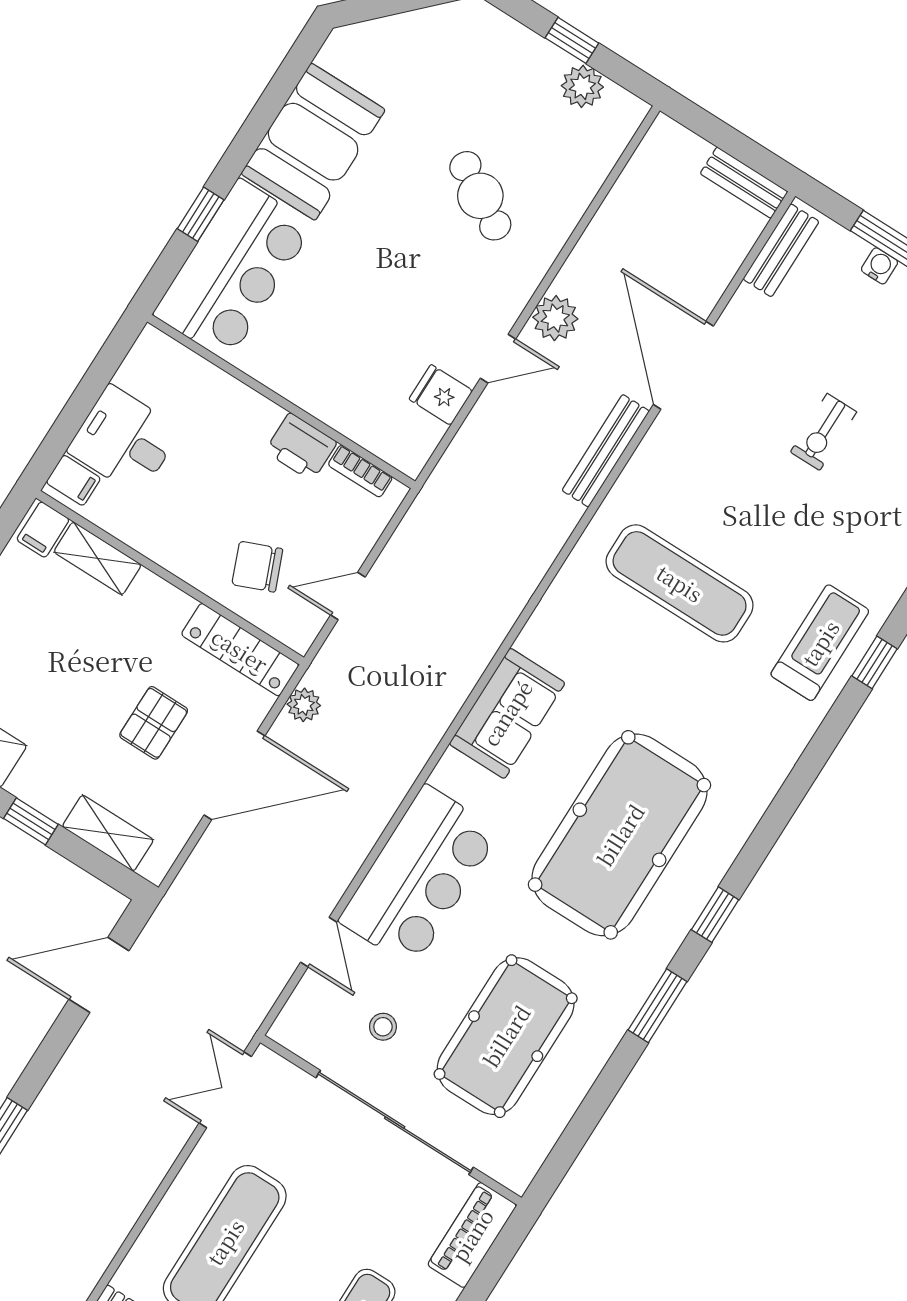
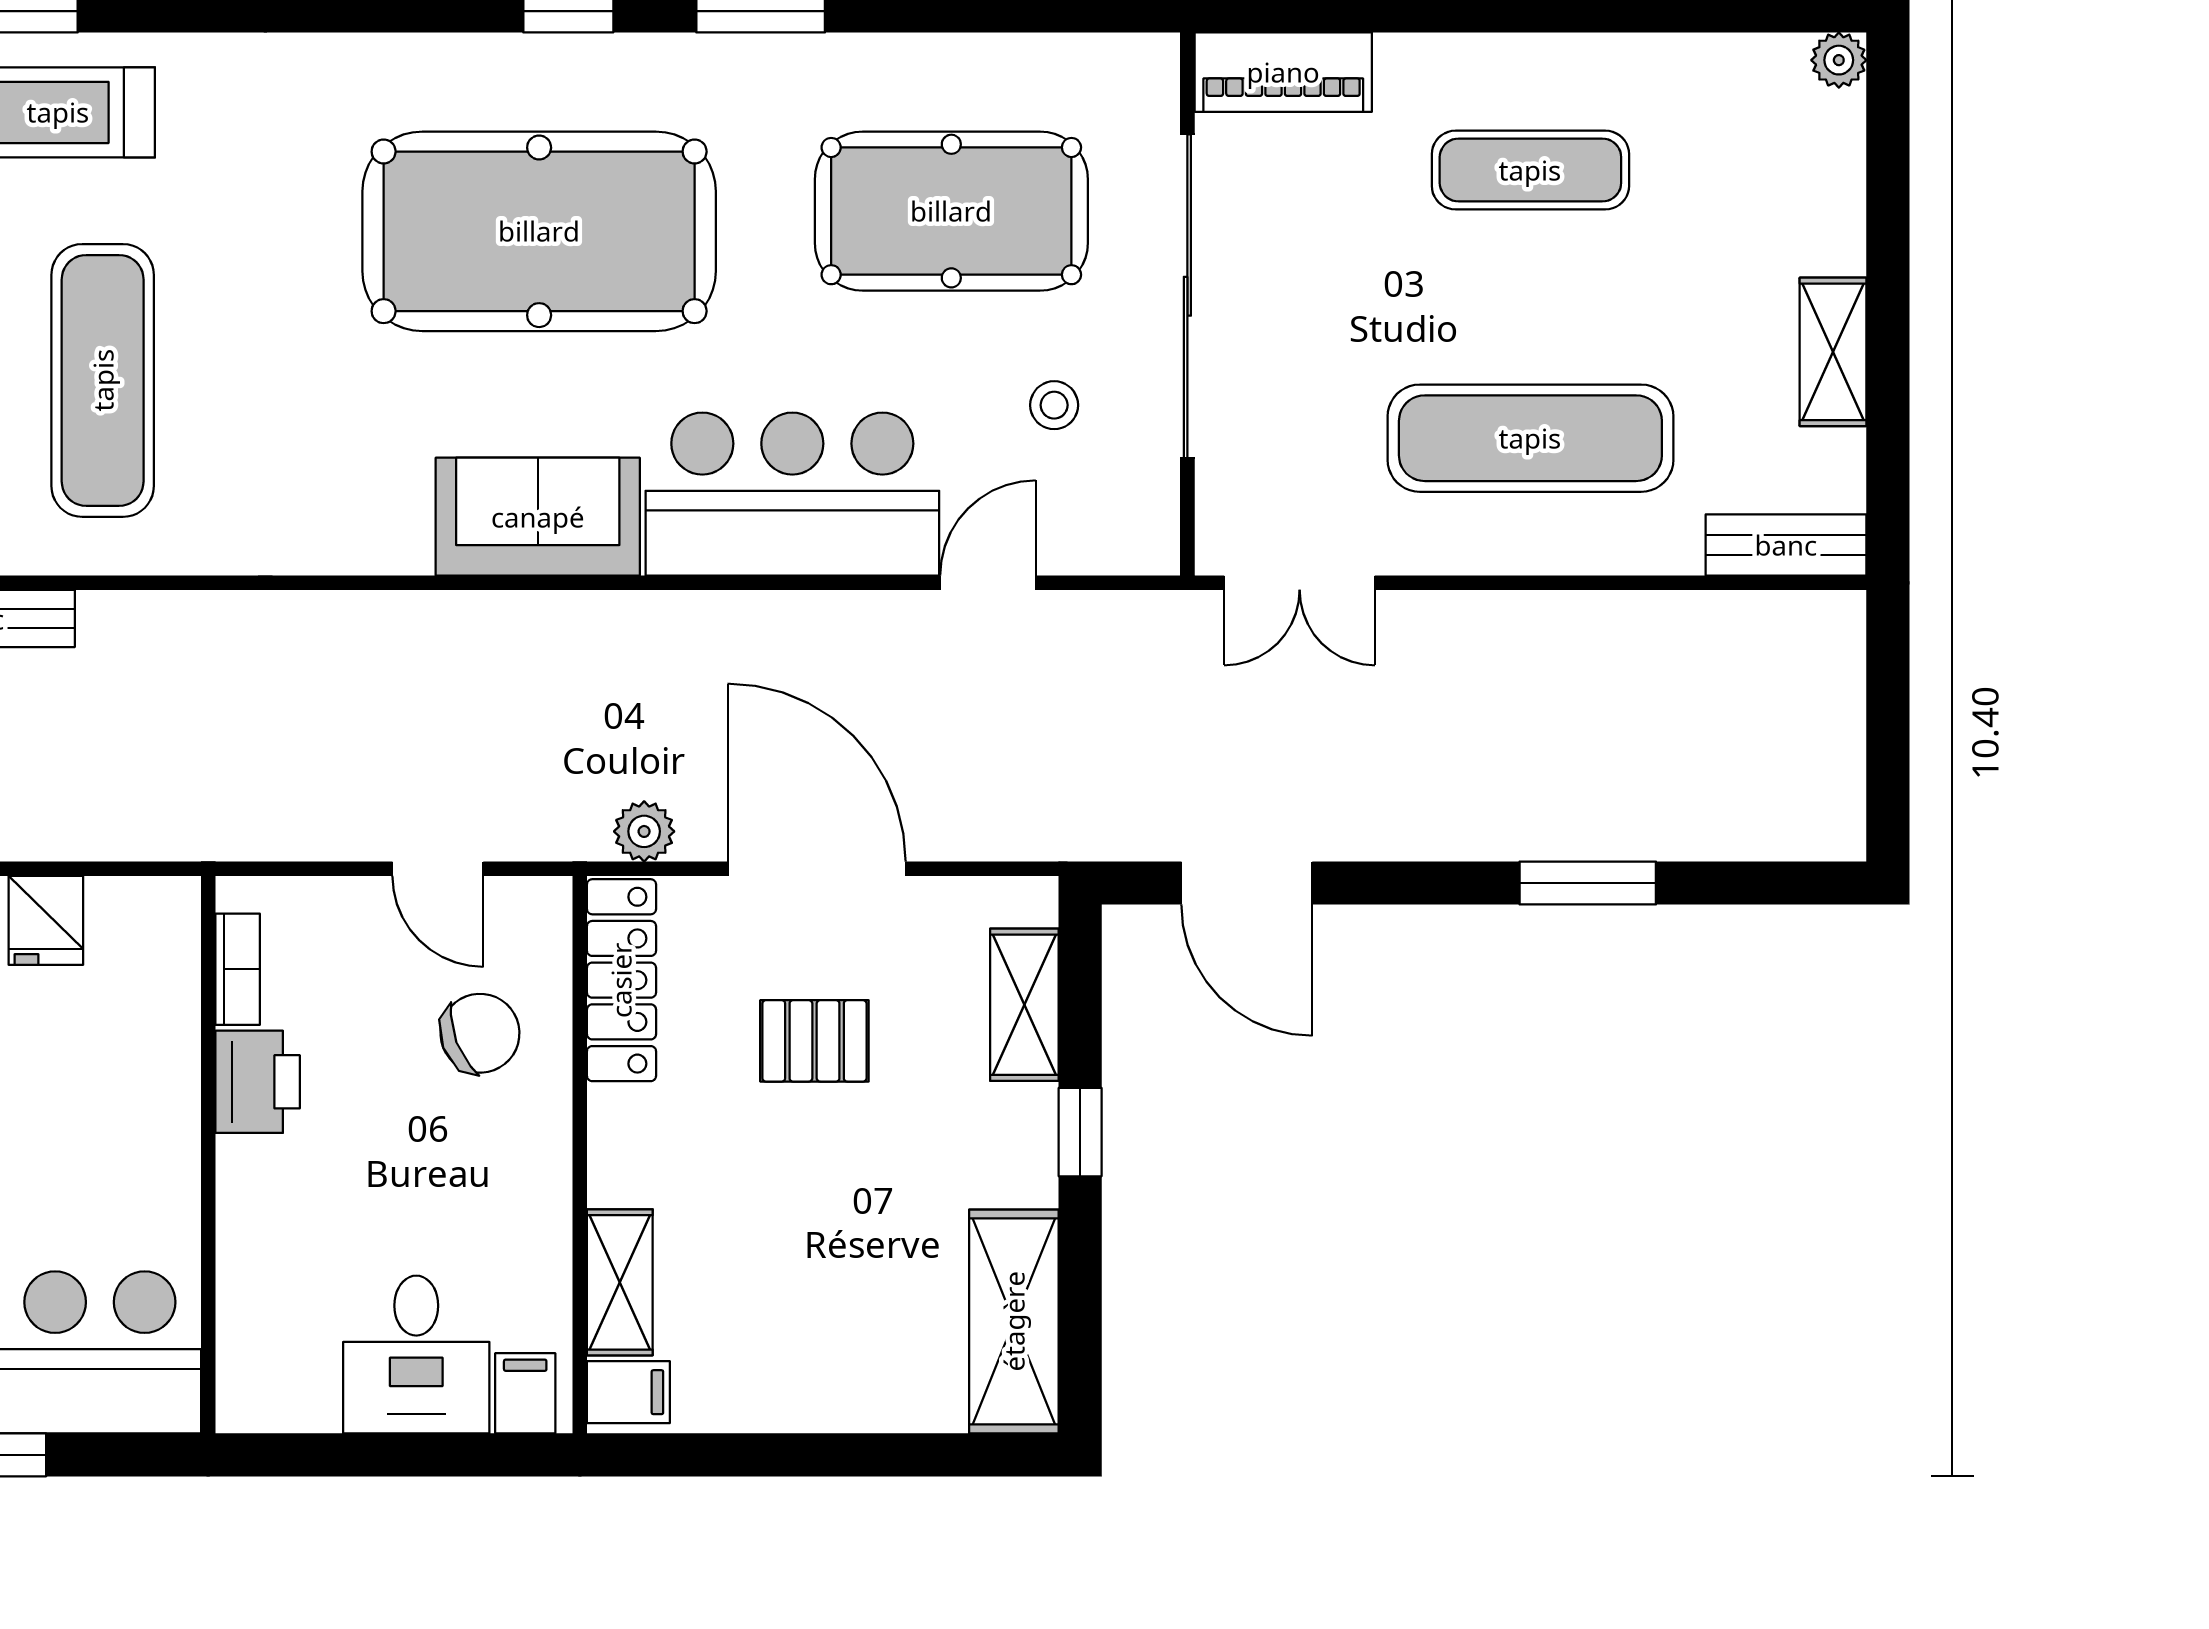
chair: (257, 567) -> (480, 1033), turned -89
sofa: (507, 713) -> (538, 517), moved

